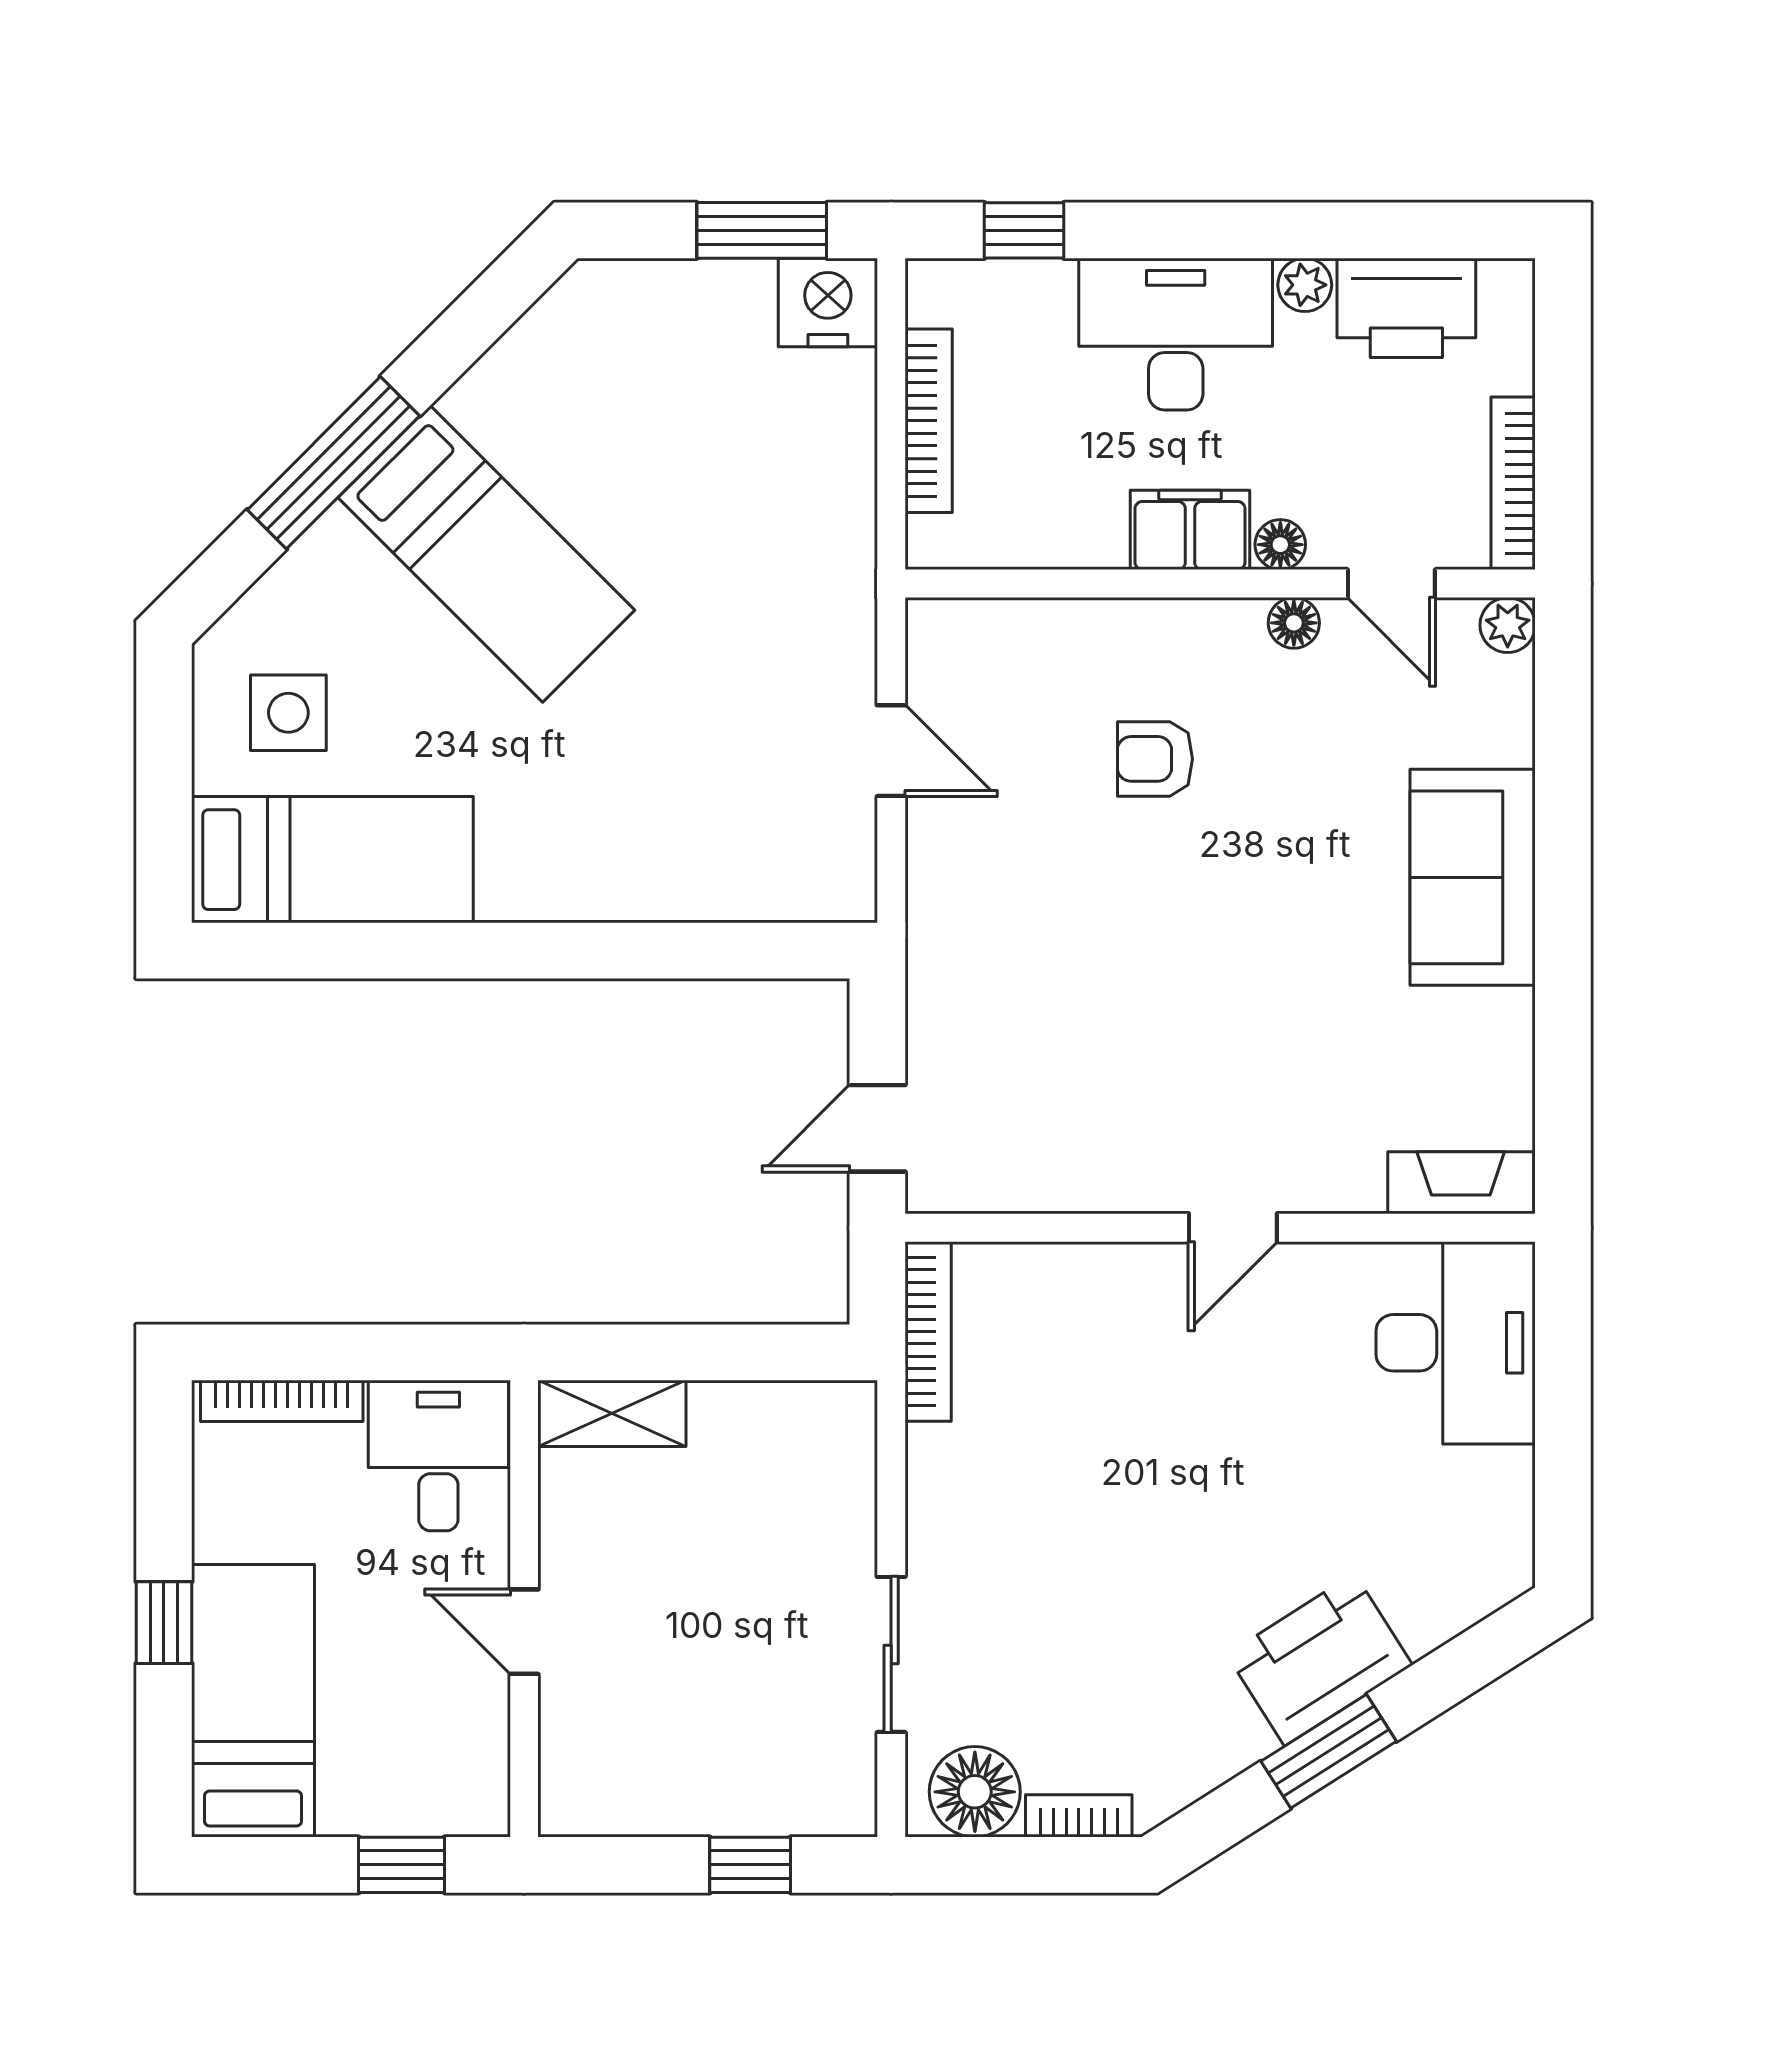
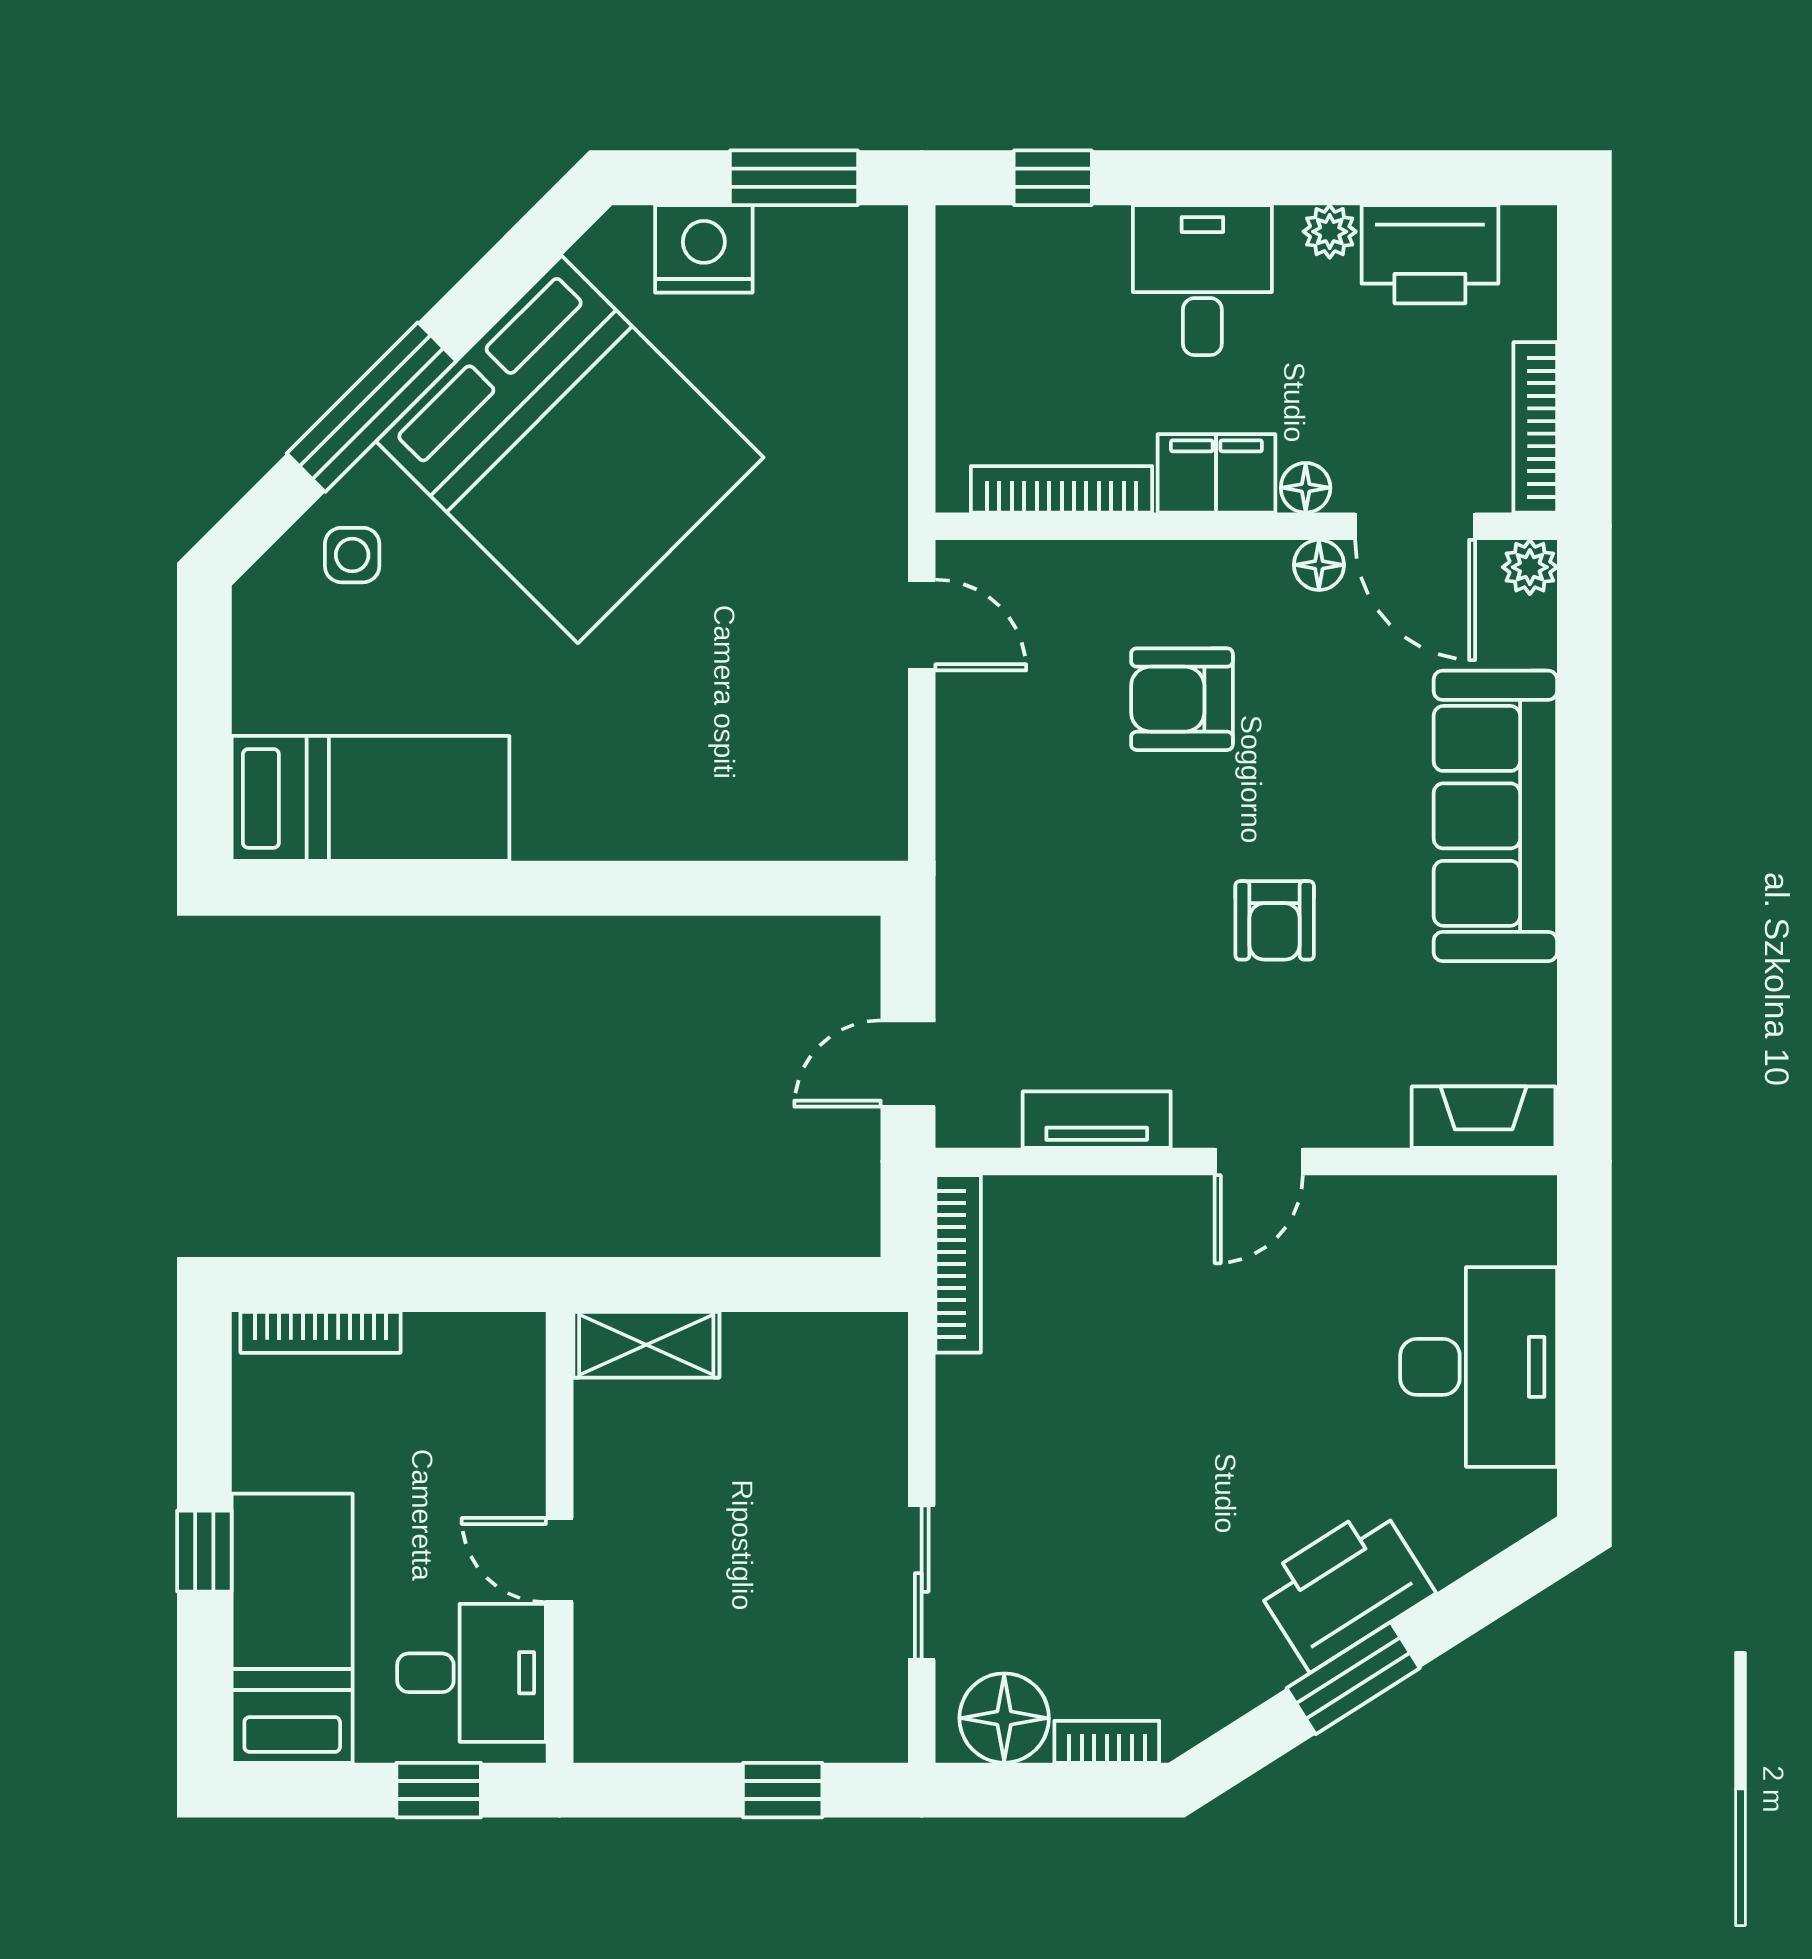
nightstand: (828, 302) -> (704, 249), moved
desk: (1176, 334) -> (1202, 280), width x0.73
bookcase: (929, 421) -> (1062, 489), moved, turned -90
bed: (486, 554) -> (570, 449), width x2.04
door: (1391, 584) -> (1415, 526), width x1.38
side table: (288, 713) -> (352, 555), moved, width x0.73, depth x0.73
door: (891, 751) -> (922, 625), moved
armchair: (1155, 759) -> (1182, 699), width x1.38, depth x1.38
sofa: (1473, 877) -> (1495, 816), width x1.36
armchair: (1249, 983) -> (1275, 920), added
tv unit: (1069, 1185) -> (1097, 1120), added
desk: (1456, 1343) -> (1479, 1367), moved
desk: (438, 1455) -> (472, 1673), moved, turned 90

